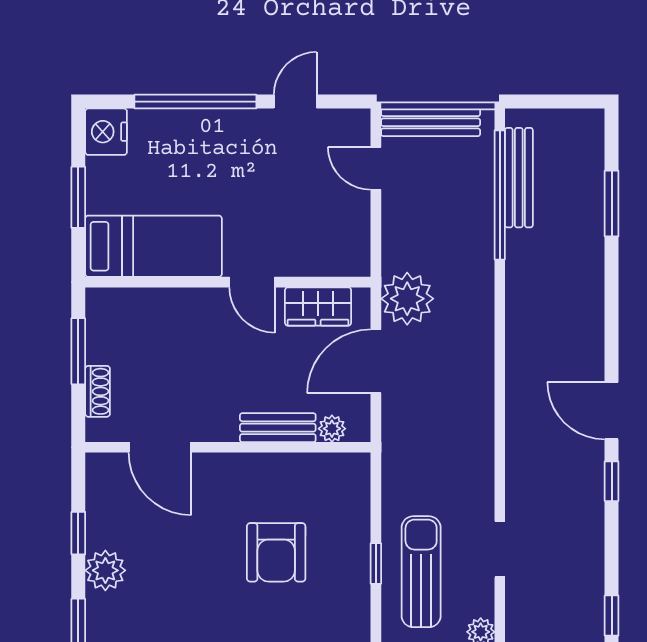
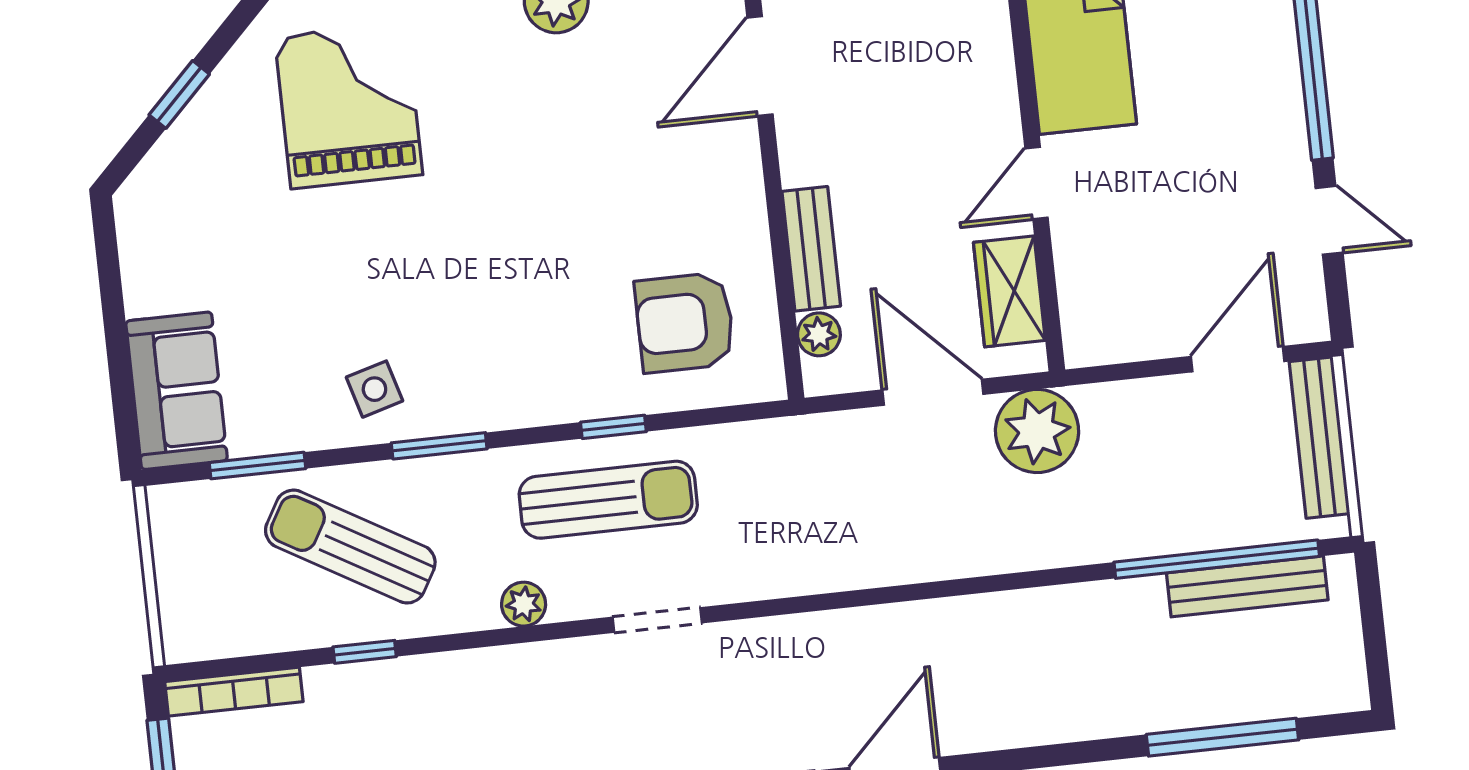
door: (376, 168) -> (1238, 359), width x1.38
window: (612, 203) -> (1222, 737), width x1.44
armchair: (276, 552) -> (685, 323), moved

